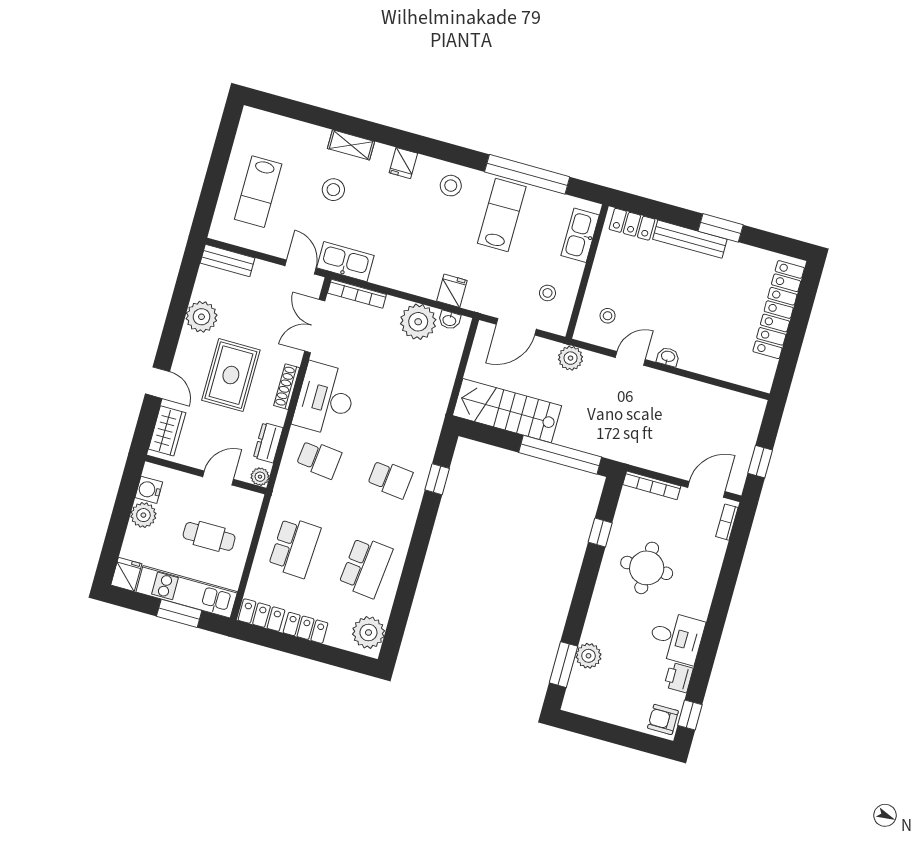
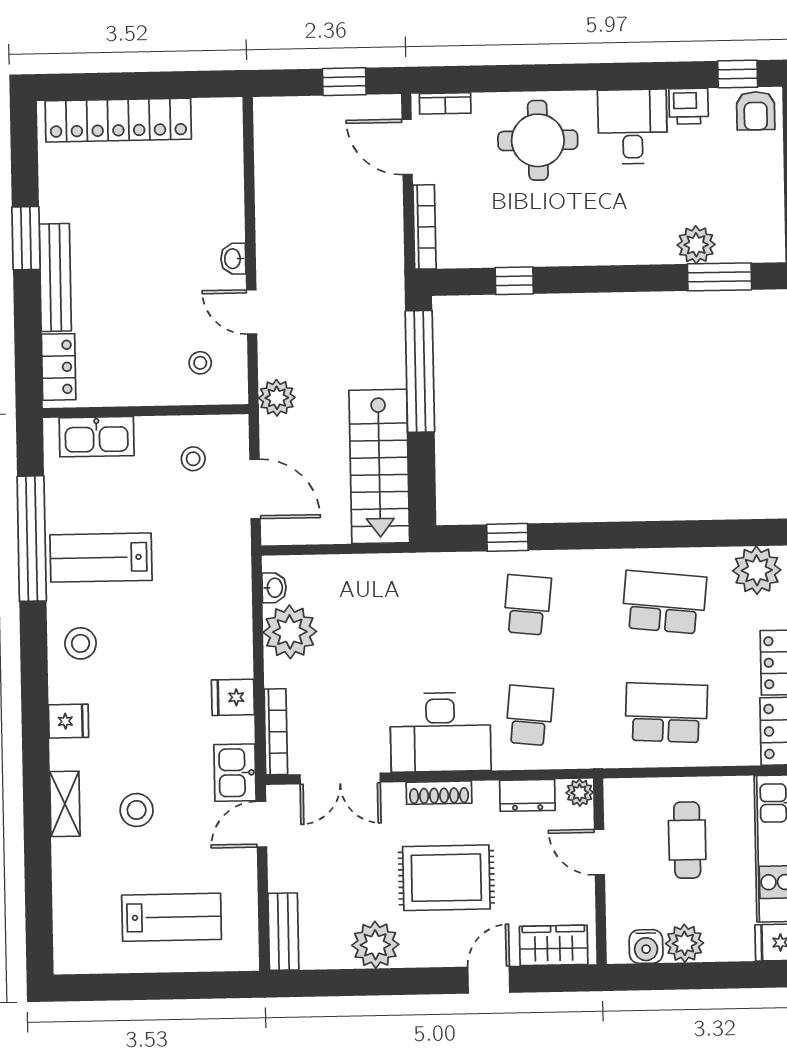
kitchen sink: (345, 262) -> (235, 773), width x0.73
fridge: (452, 291) -> (233, 697), moved
round table: (647, 568) -> (538, 140), moved

